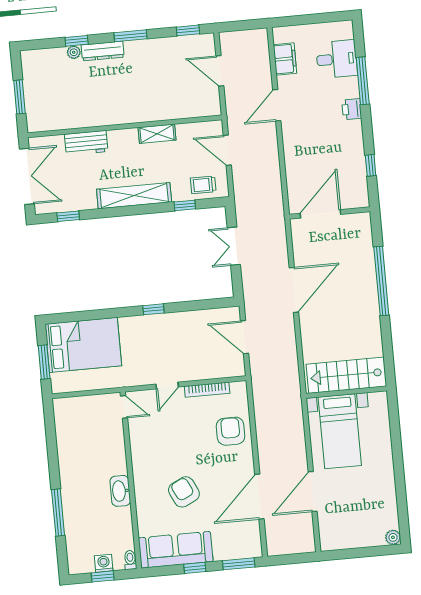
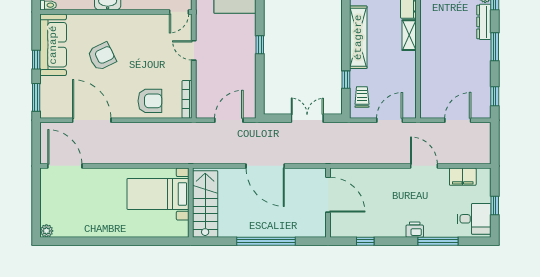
window: (315, 19) -> (495, 205), added
desk: (337, 59) -> (474, 219), moved, turned -90
shelving: (157, 134) -> (409, 35), moved
stairs: (346, 375) -> (205, 204), moved
bookcase: (207, 390) -> (187, 99), moved
wall: (346, 392) -> (191, 203), moved
bed with nightstands: (340, 431) -> (158, 194), moved
door: (313, 492) -> (65, 166), moved

